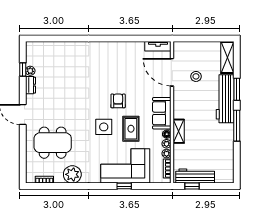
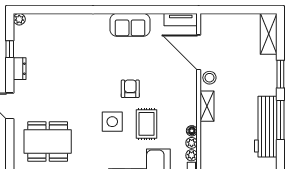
plant: (30, 71) -> (19, 19), moved
stool: (196, 76) -> (209, 78), moved
workbench: (225, 99) -> (266, 127), moved
sofa: (162, 113) -> (130, 25), moved, turned -90
shelving: (179, 131) -> (207, 106), moved

